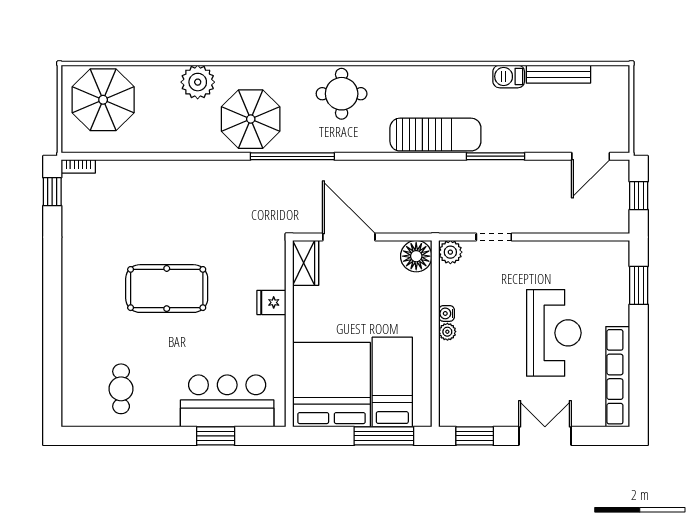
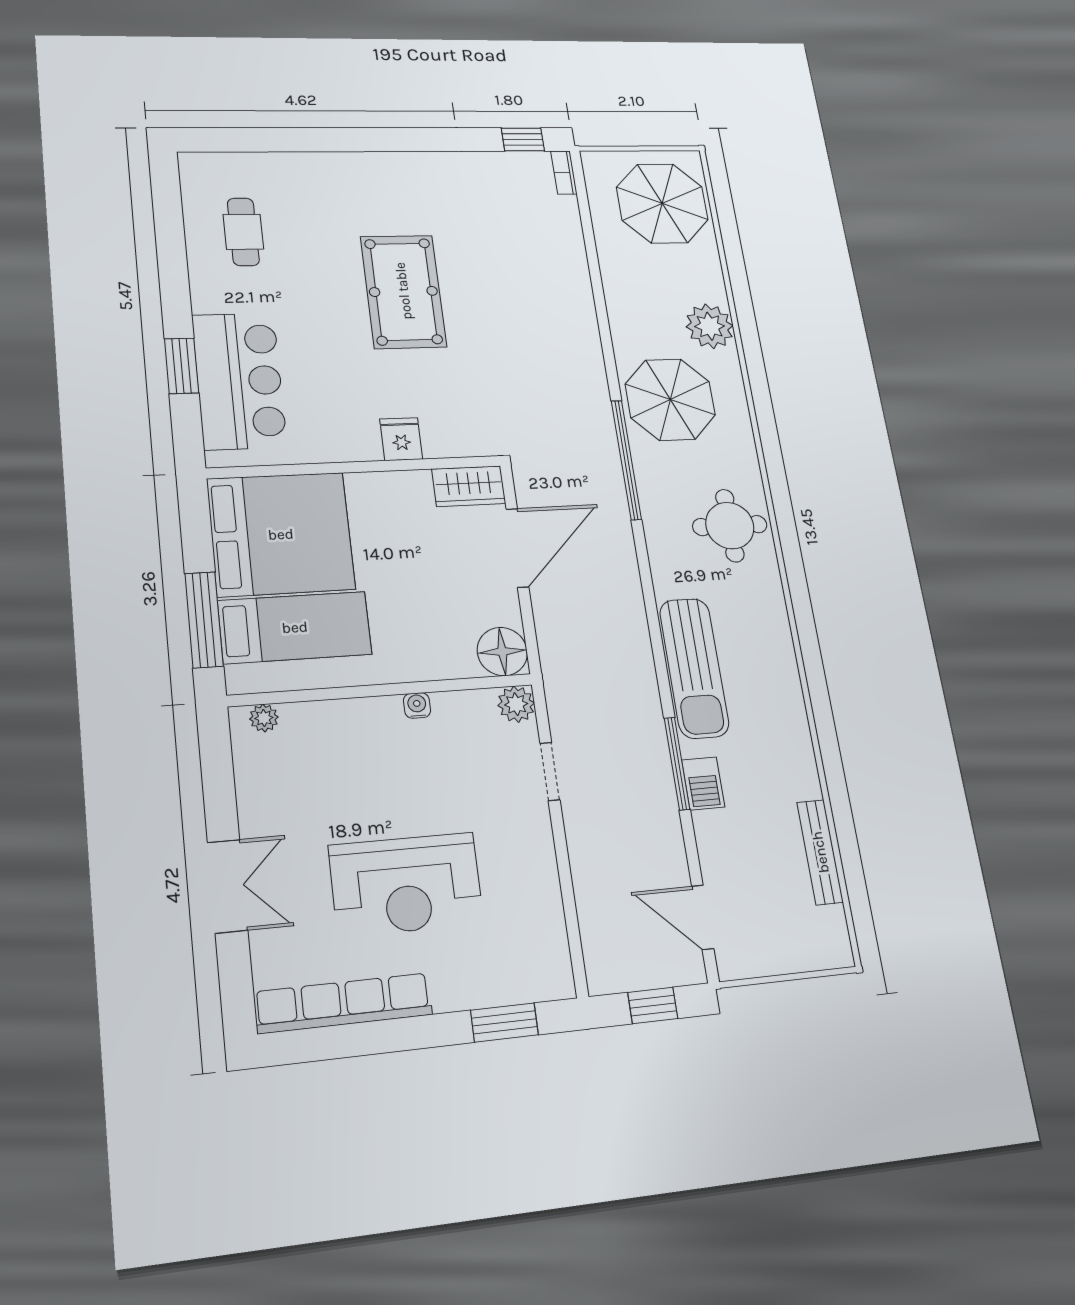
barbecue: (509, 76) -> (703, 783), moved, turned 180
plant: (447, 332) -> (264, 718), moved
cafe table: (121, 389) -> (243, 232), turned 90
window: (475, 436) -> (217, 767), removed

